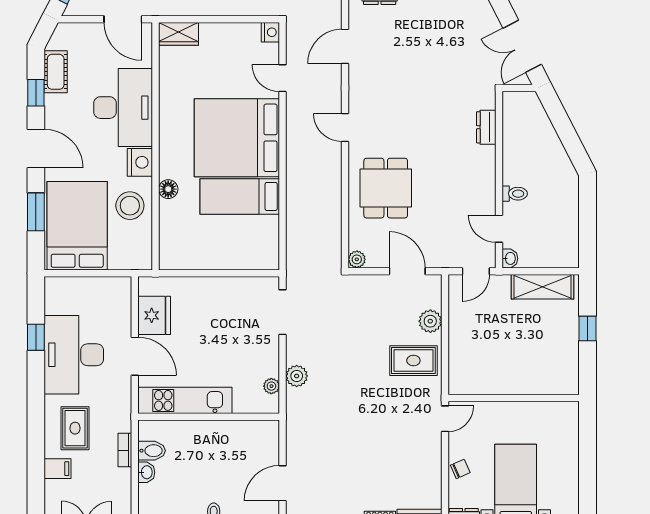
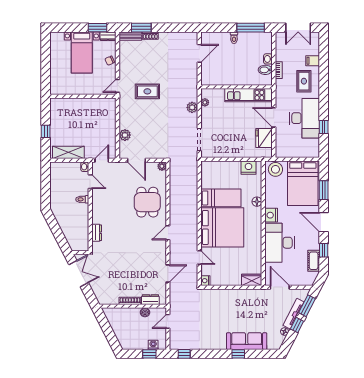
door: (345, 127) -> (168, 233), swing flipped
stool: (130, 206) -> (275, 169), moved
nightstand: (185, 257) -> (249, 168), added
rug: (413, 361) -> (147, 91), moved

